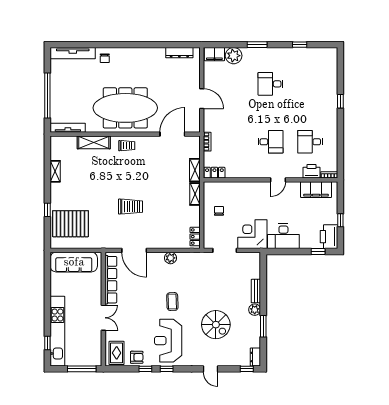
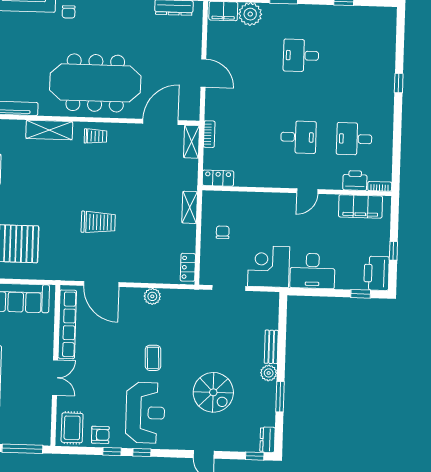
shelving: (195, 170) -> (191, 142), moved
reception desk: (168, 341) -> (145, 413), turned 180

